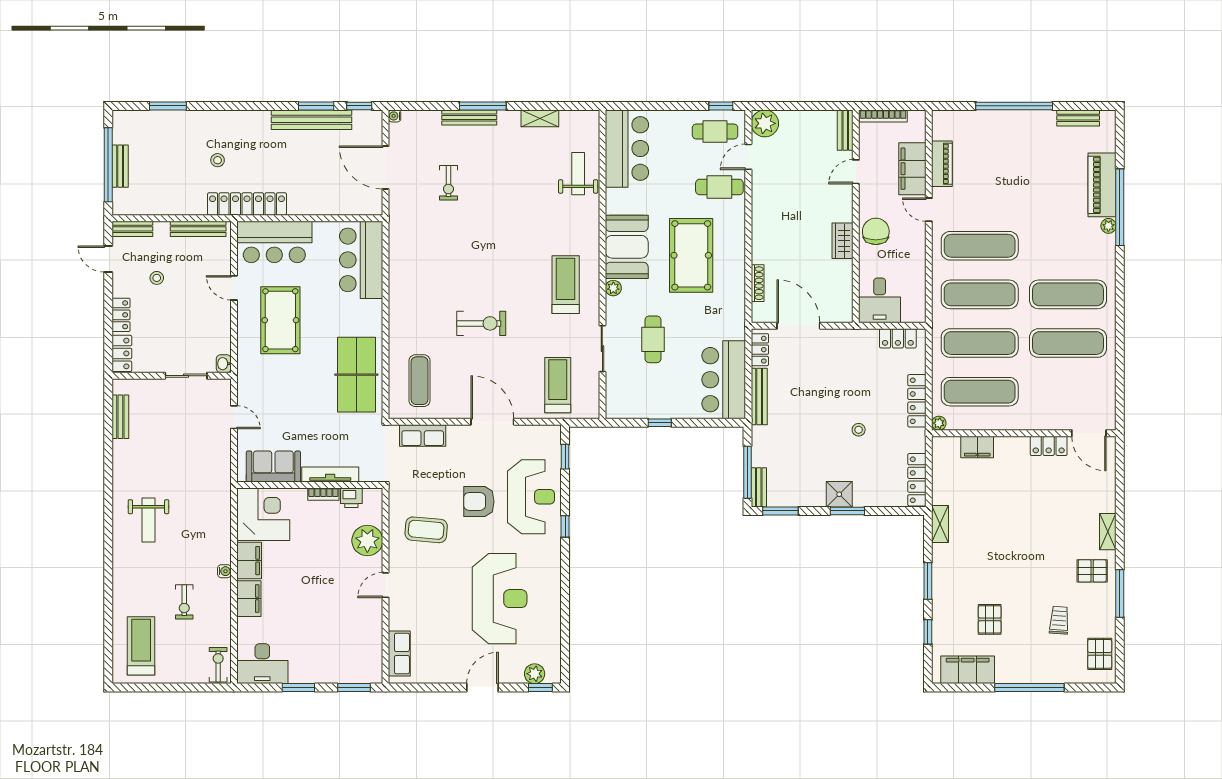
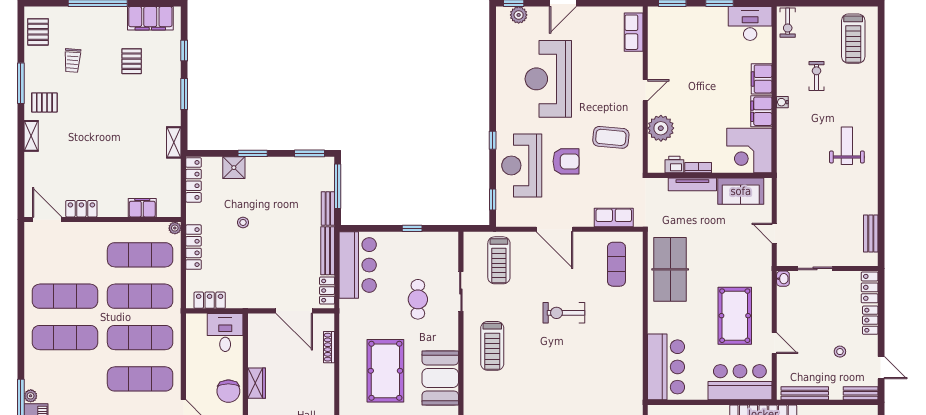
plant: (613, 288) -> (452, 343), removed
bench: (759, 487) -> (328, 208), moved
shower: (839, 494) -> (234, 168), moved

